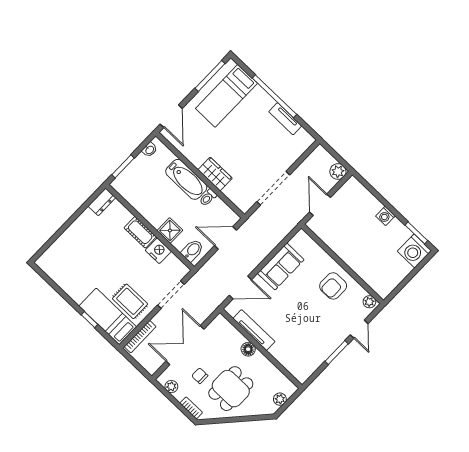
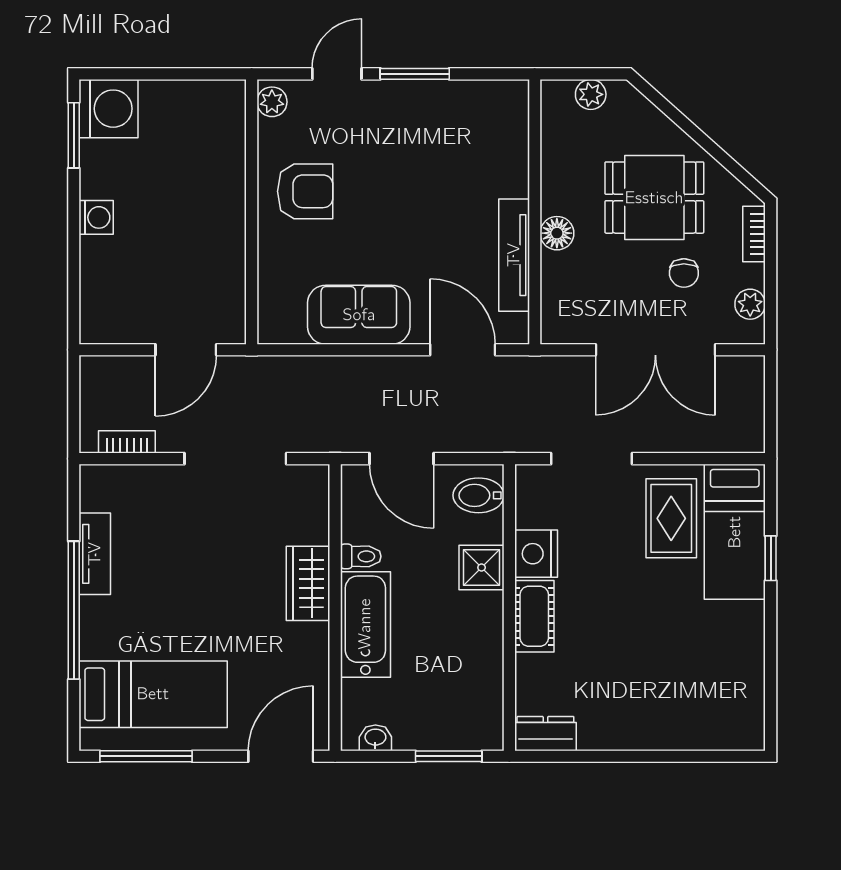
plant: (338, 171) -> (98, 374), removed
bookcase: (140, 337) -> (127, 442), moved, width x0.64

